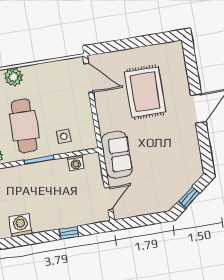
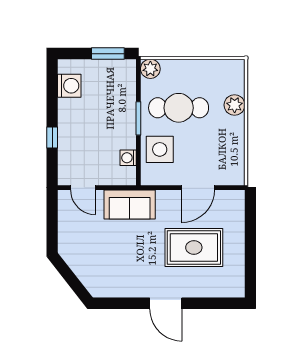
door: (89, 78) -> (198, 188), moved
side table: (64, 136) -> (160, 149), width x1.87, depth x1.87
window: (189, 197) -> (69, 277), removed

